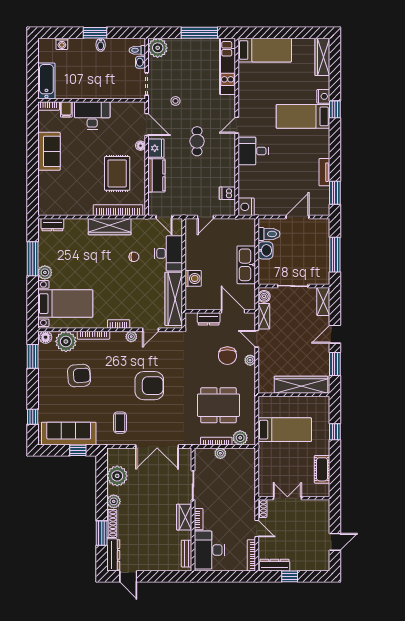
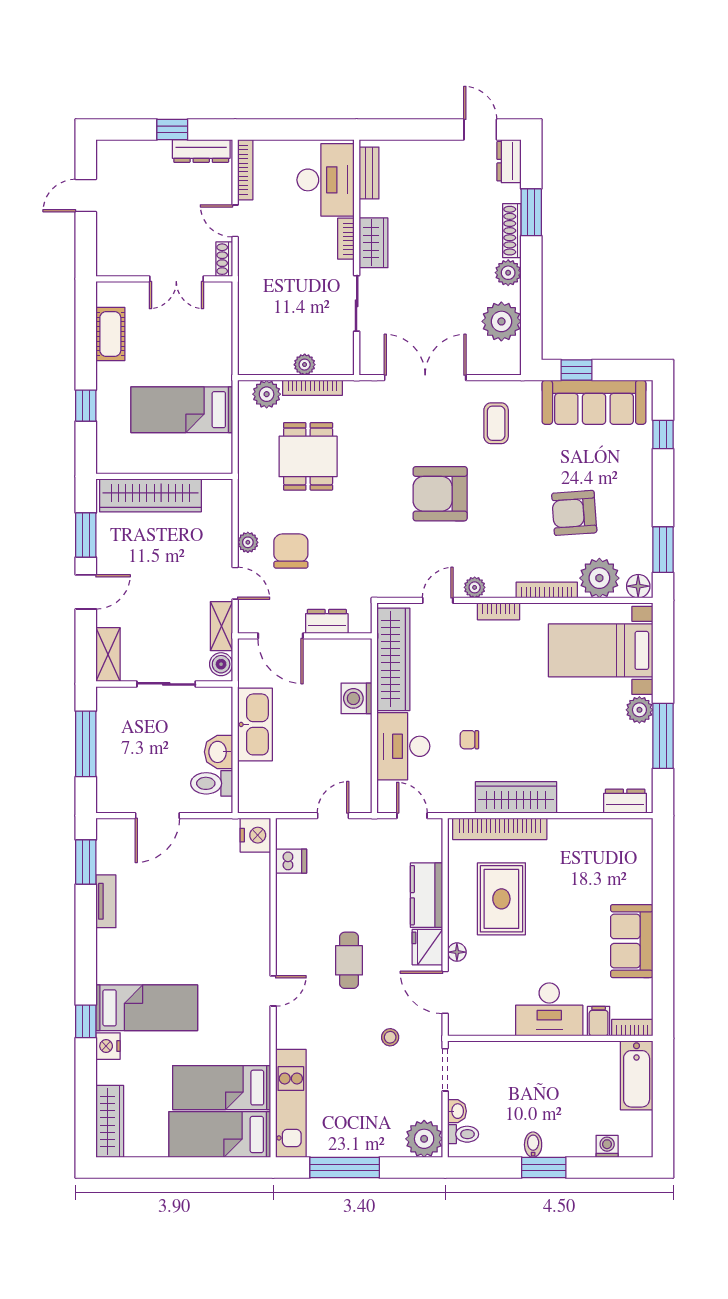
bed: (264, 75) -> (222, 1088), added
desk: (253, 151) -> (242, 942), removed
dining table: (218, 405) -> (308, 456), width x0.73
dresser: (113, 555) -> (509, 161), width x0.70

